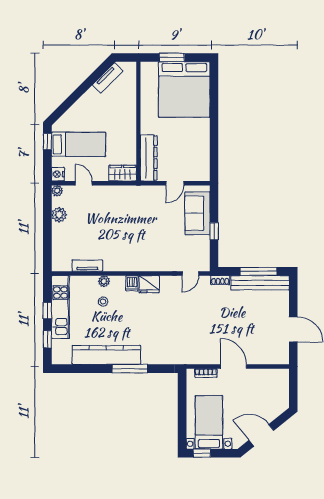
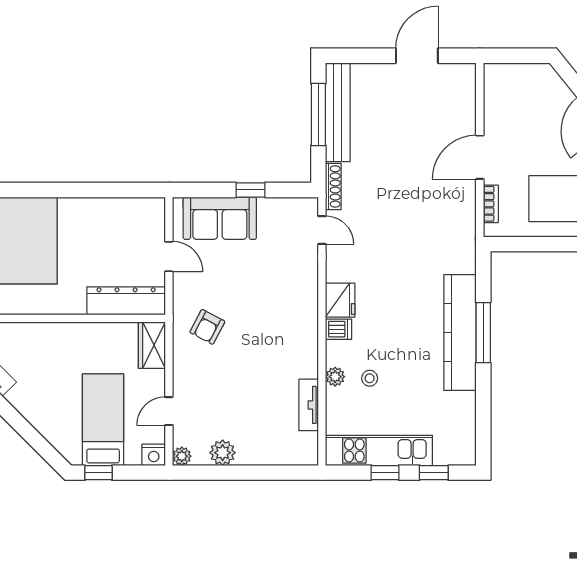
armchair: (133, 206) -> (207, 327), added
shoe rack: (220, 280) -> (333, 186), width x1.43
kitchen counter: (106, 355) -> (460, 333), moved

